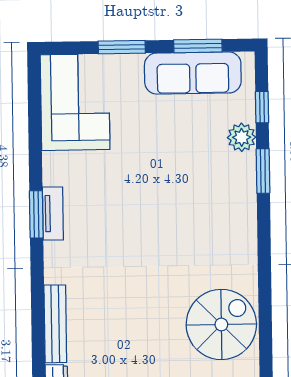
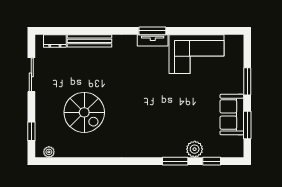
sofa: (193, 73) -> (232, 115), width x0.73
corner sofa: (75, 102) -> (196, 54), moved
spiral stairs: (221, 324) -> (84, 112), moved

